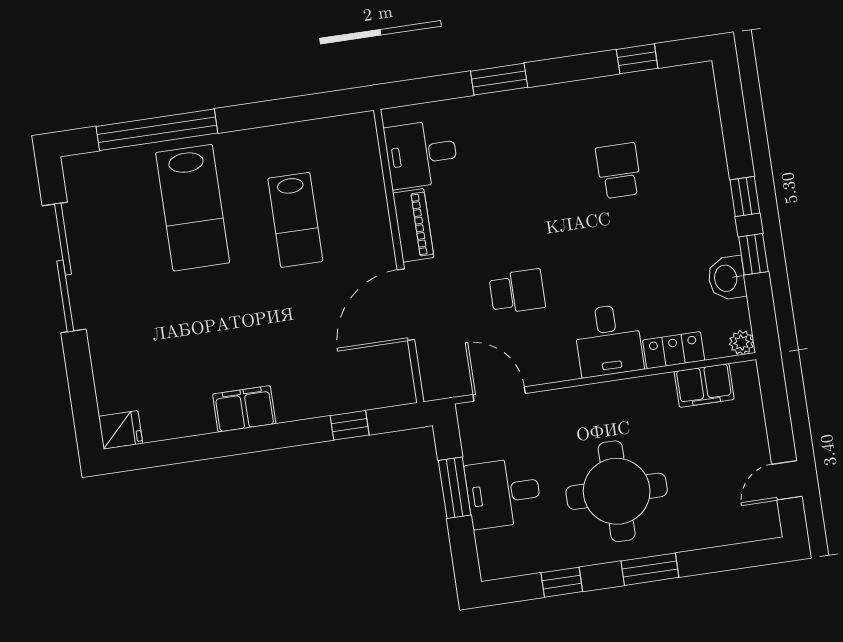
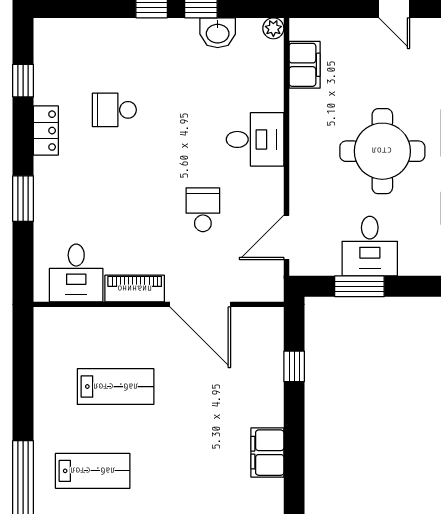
lab bench: (193, 208) -> (93, 471), width x0.73, depth x0.72
locker: (674, 350) -> (46, 131), moved, turned 180

